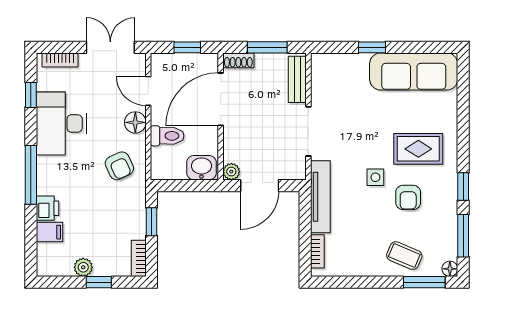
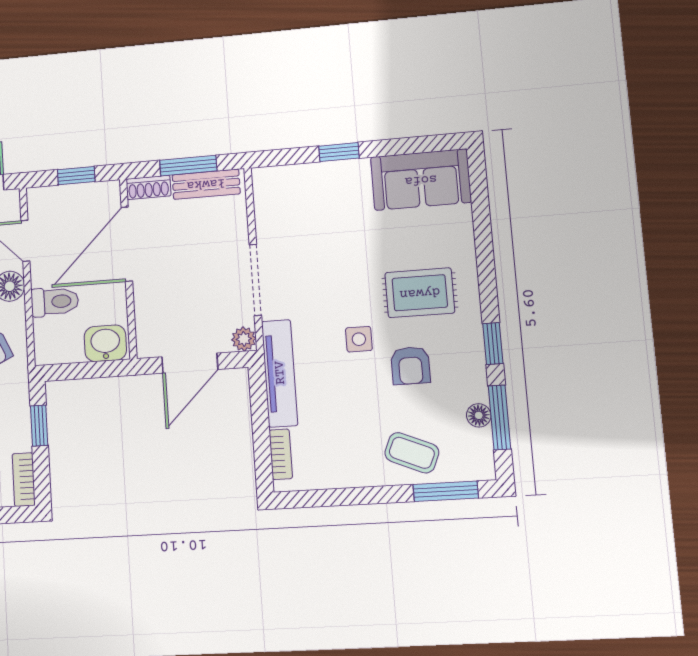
sofa: (414, 71) -> (421, 180), width x0.73
bench: (297, 79) -> (206, 184), moved, turned 90
plant: (231, 172) -> (244, 339), moved
floor lamp: (450, 269) -> (479, 415), moved

